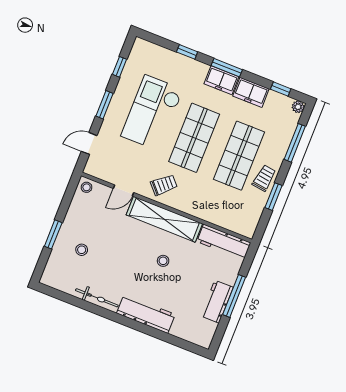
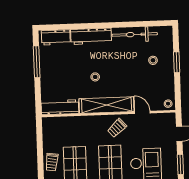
door: (123, 190) -> (142, 112), hinge flipped
window: (274, 197) -> (40, 152), removed
window: (234, 296) -> (37, 62), moved
bicycle: (97, 298) -> (135, 34), width x1.37, depth x1.40
workbench: (217, 302) -> (56, 37), moved, turned 90

